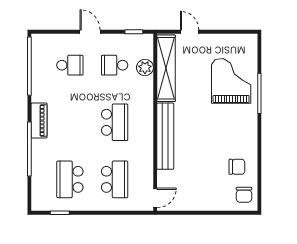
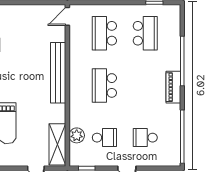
shelving: (166, 68) -> (57, 144), width x0.68

